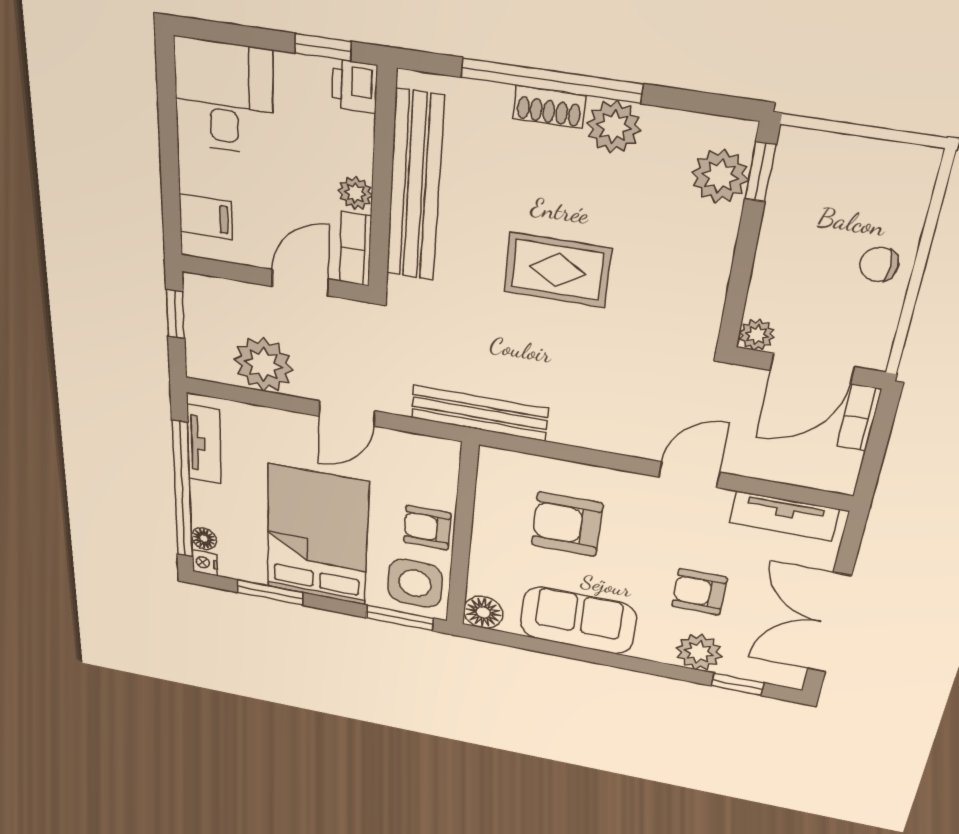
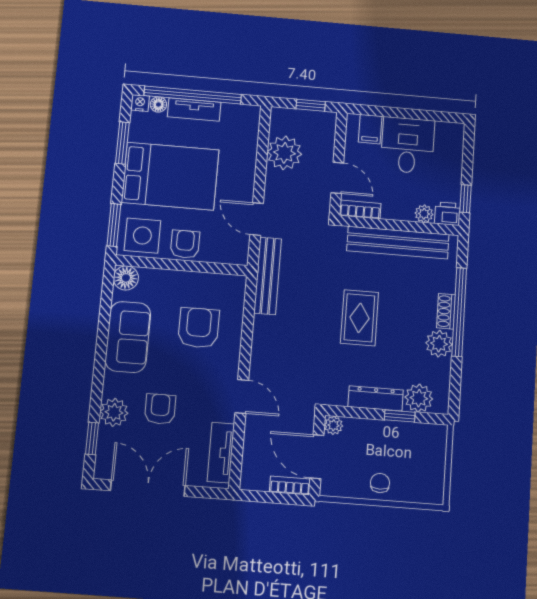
desk: (224, 97) -> (408, 145), moved, turned -90
window: (760, 172) -> (400, 416), moved
plant: (355, 193) -> (424, 214), moved
dresser: (713, 256) -> (376, 398), added
door: (347, 413) -> (257, 219), moved
tv unit: (204, 444) -> (194, 109), moved

